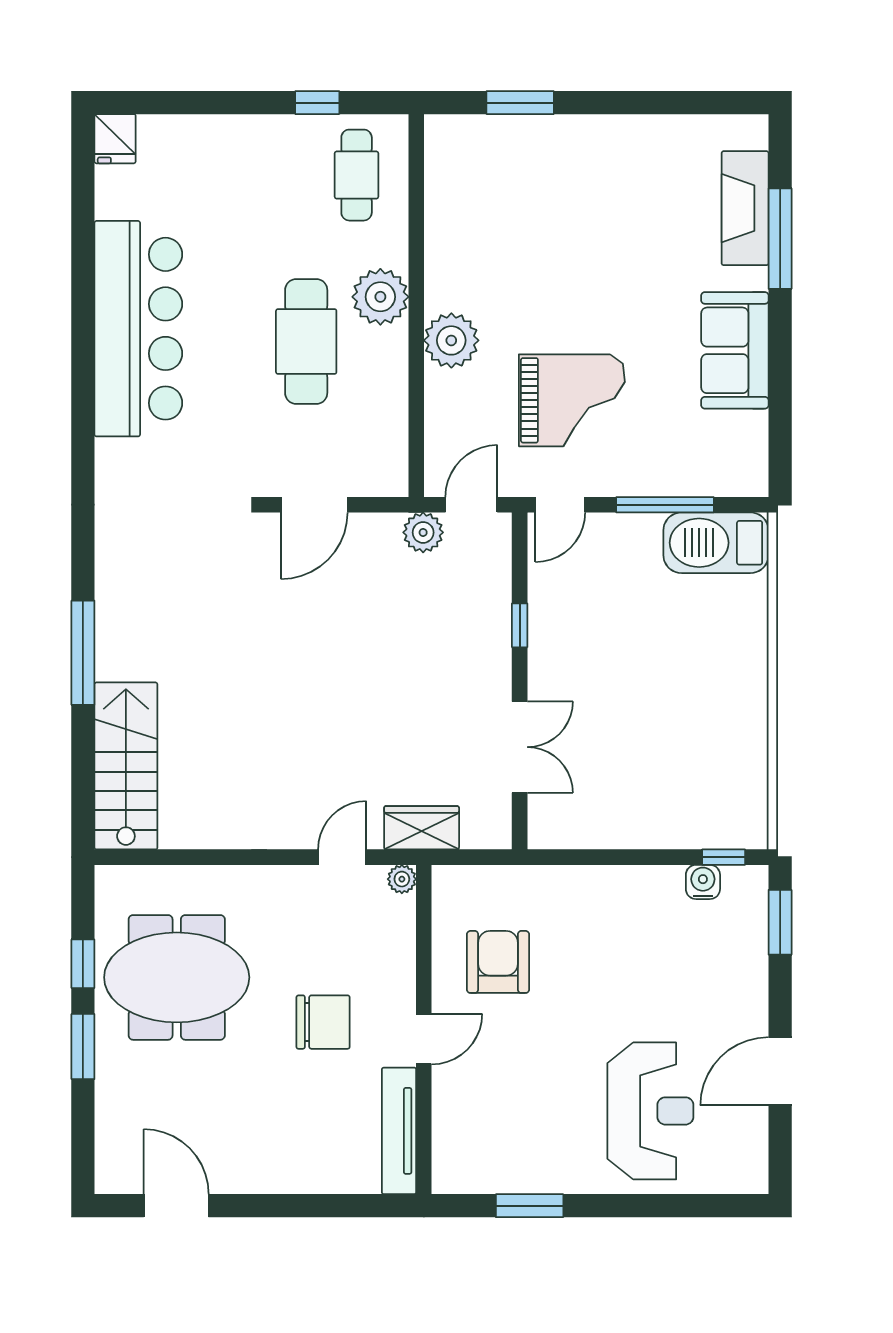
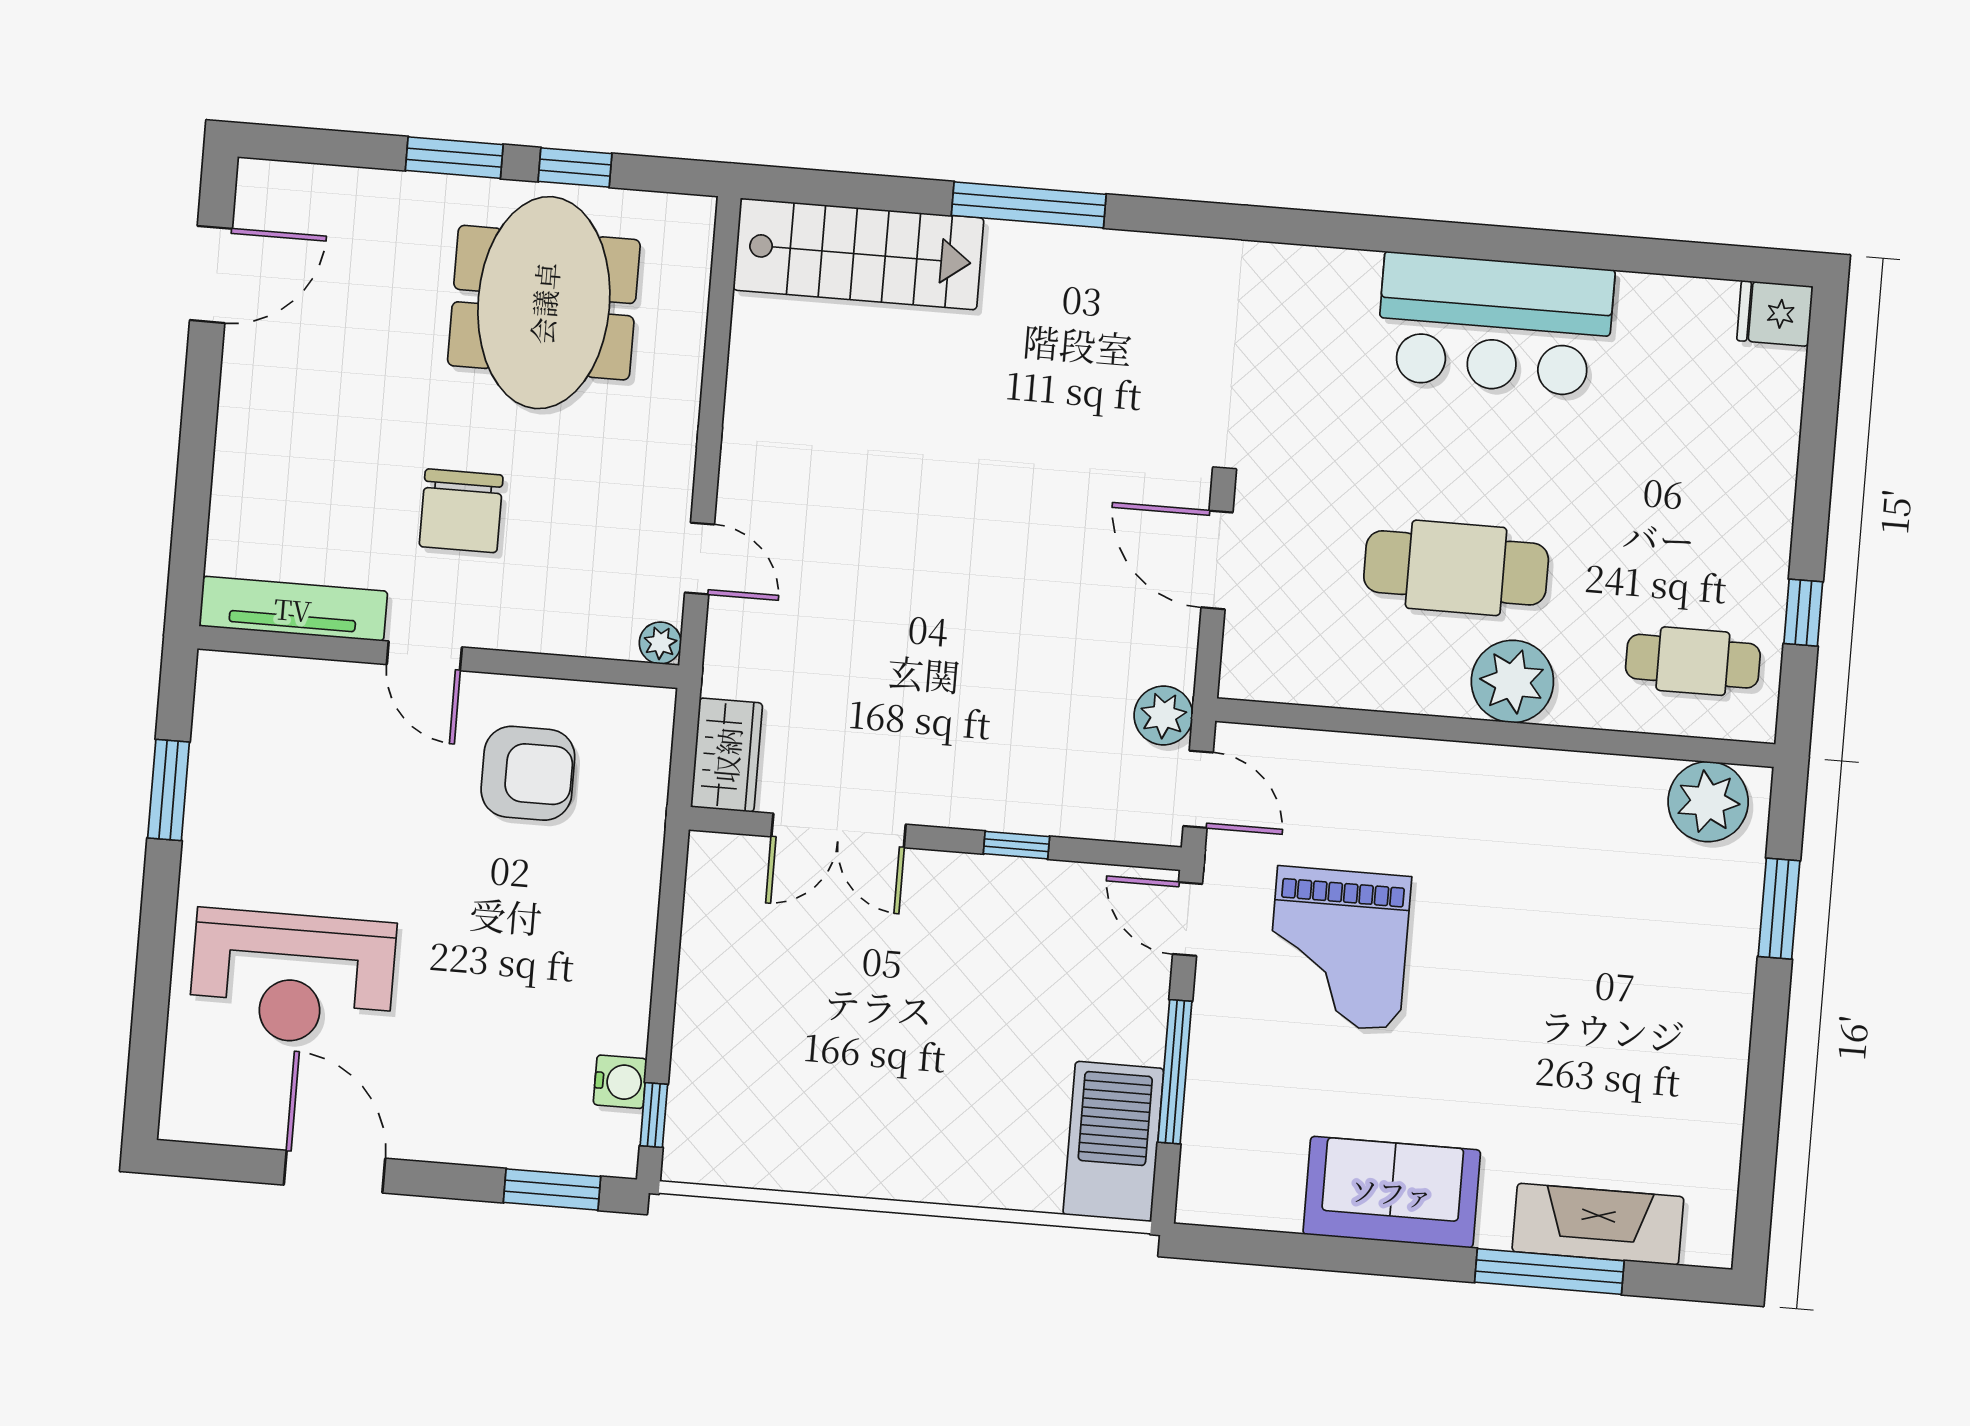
bar counter: (138, 329) -> (1495, 324), width x0.73
plant: (451, 340) -> (1708, 802), moved
wardrobe: (422, 828) -> (727, 755), moved

